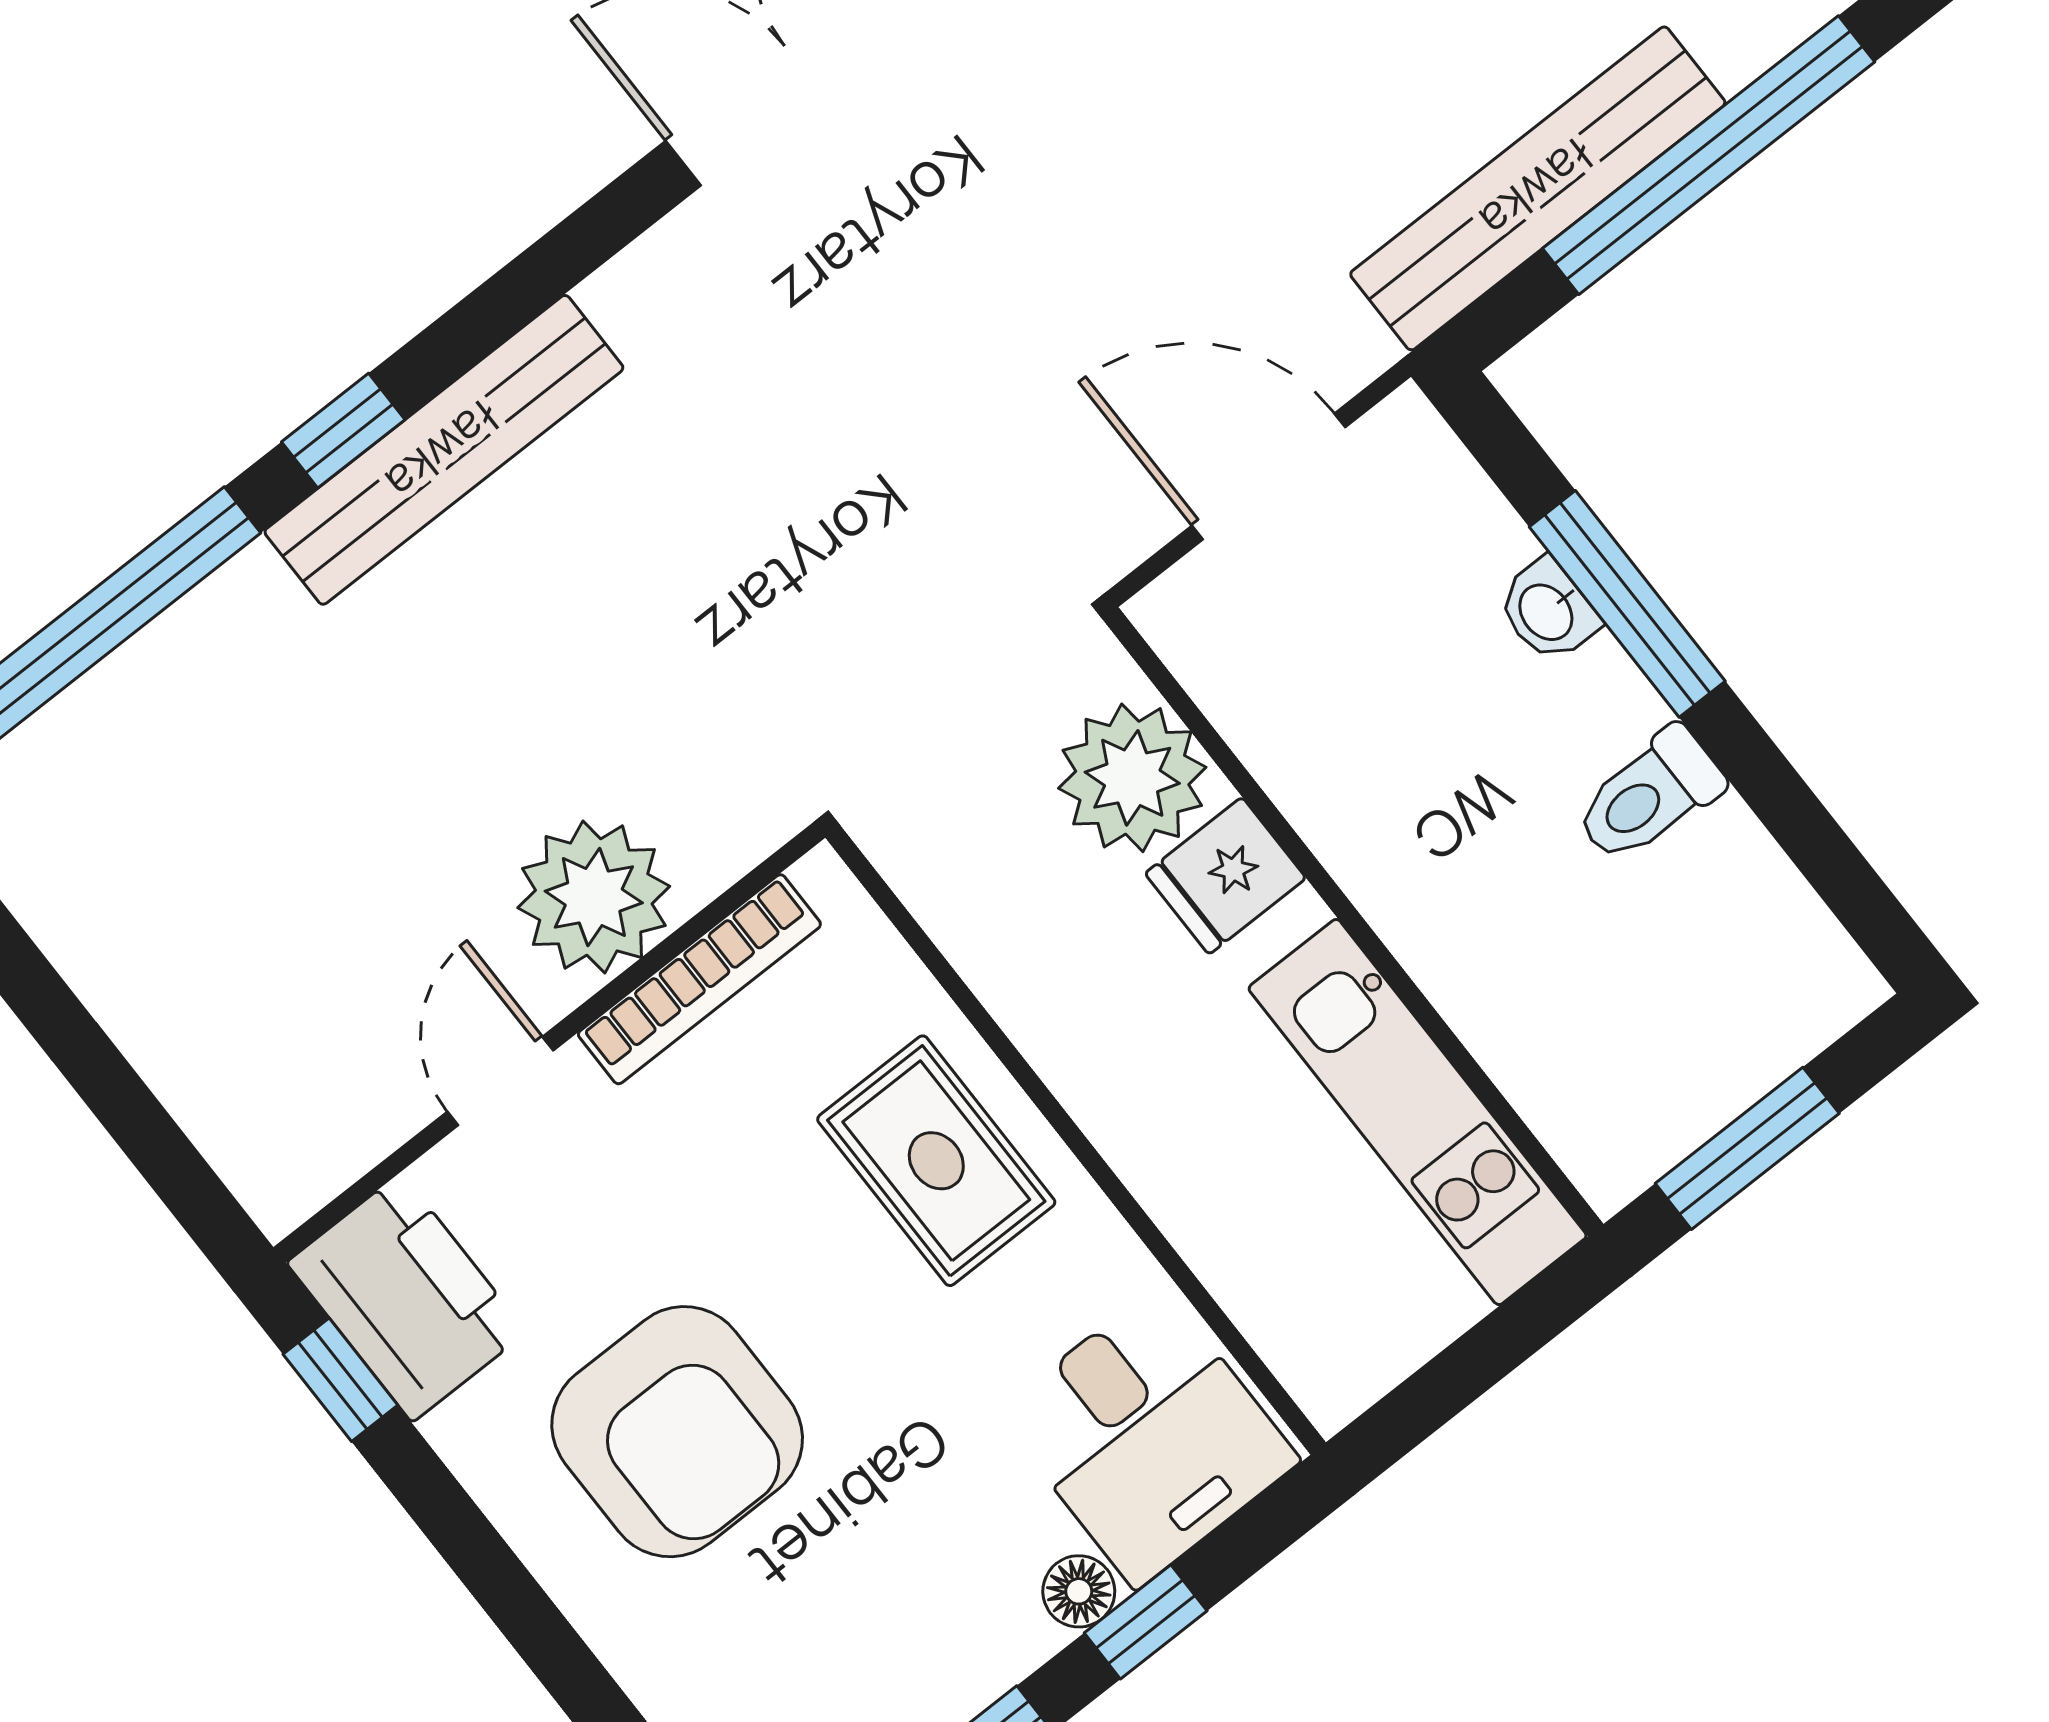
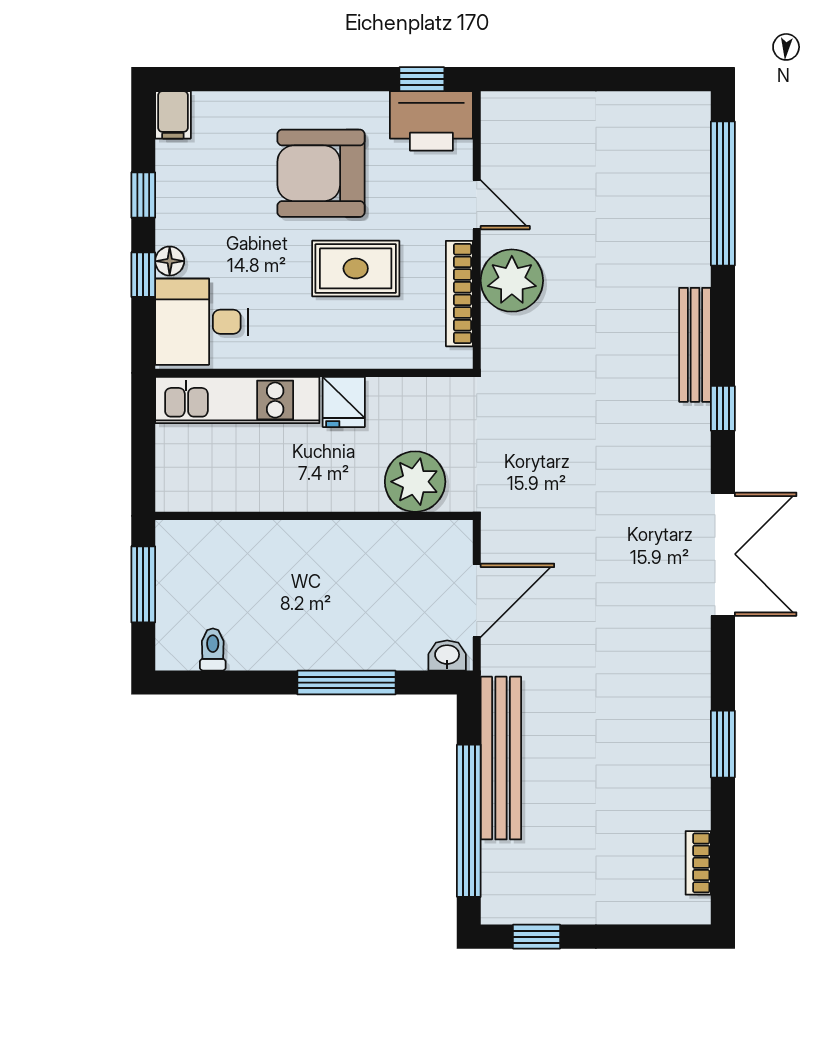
window: (343, 431) -> (723, 408), moved
bench: (444, 450) -> (695, 345), width x0.73, depth x0.82
washbasin: (1548, 611) -> (447, 655), moved
toilet: (1649, 796) -> (213, 650), moved, width x0.73, depth x0.72
fridge: (1225, 876) -> (344, 402), moved, turned 180
kitchen unit: (1418, 1112) -> (237, 400), moved, turned 180
rug: (936, 1161) -> (356, 268), moved

